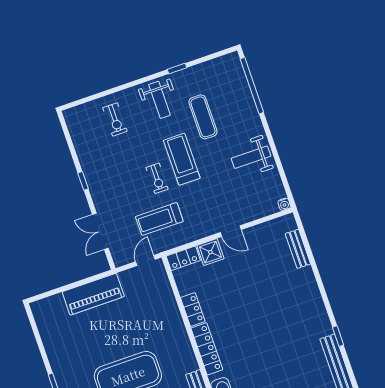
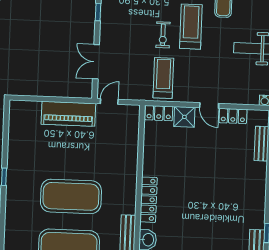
treadmill: (159, 219) -> (163, 78), moved, turned 90
door: (145, 260) -> (109, 102), moved
locker: (193, 310) -> (233, 116), moved, turned 90

